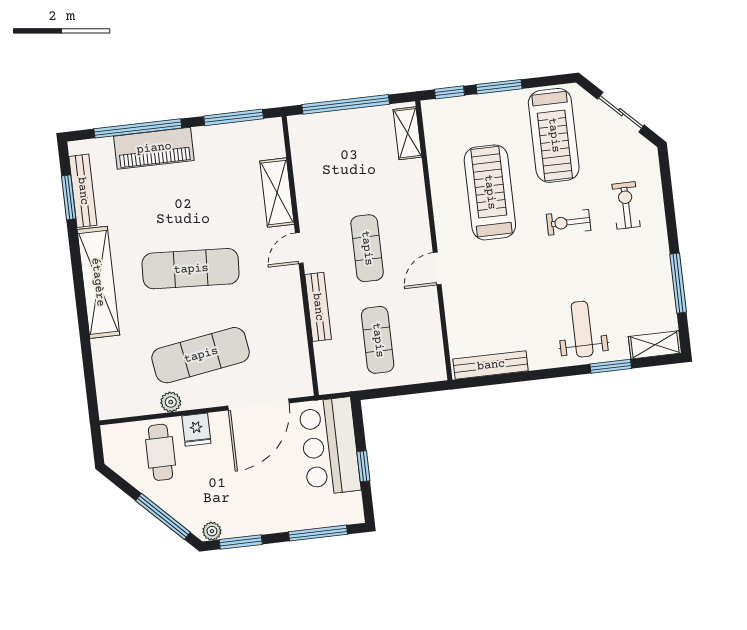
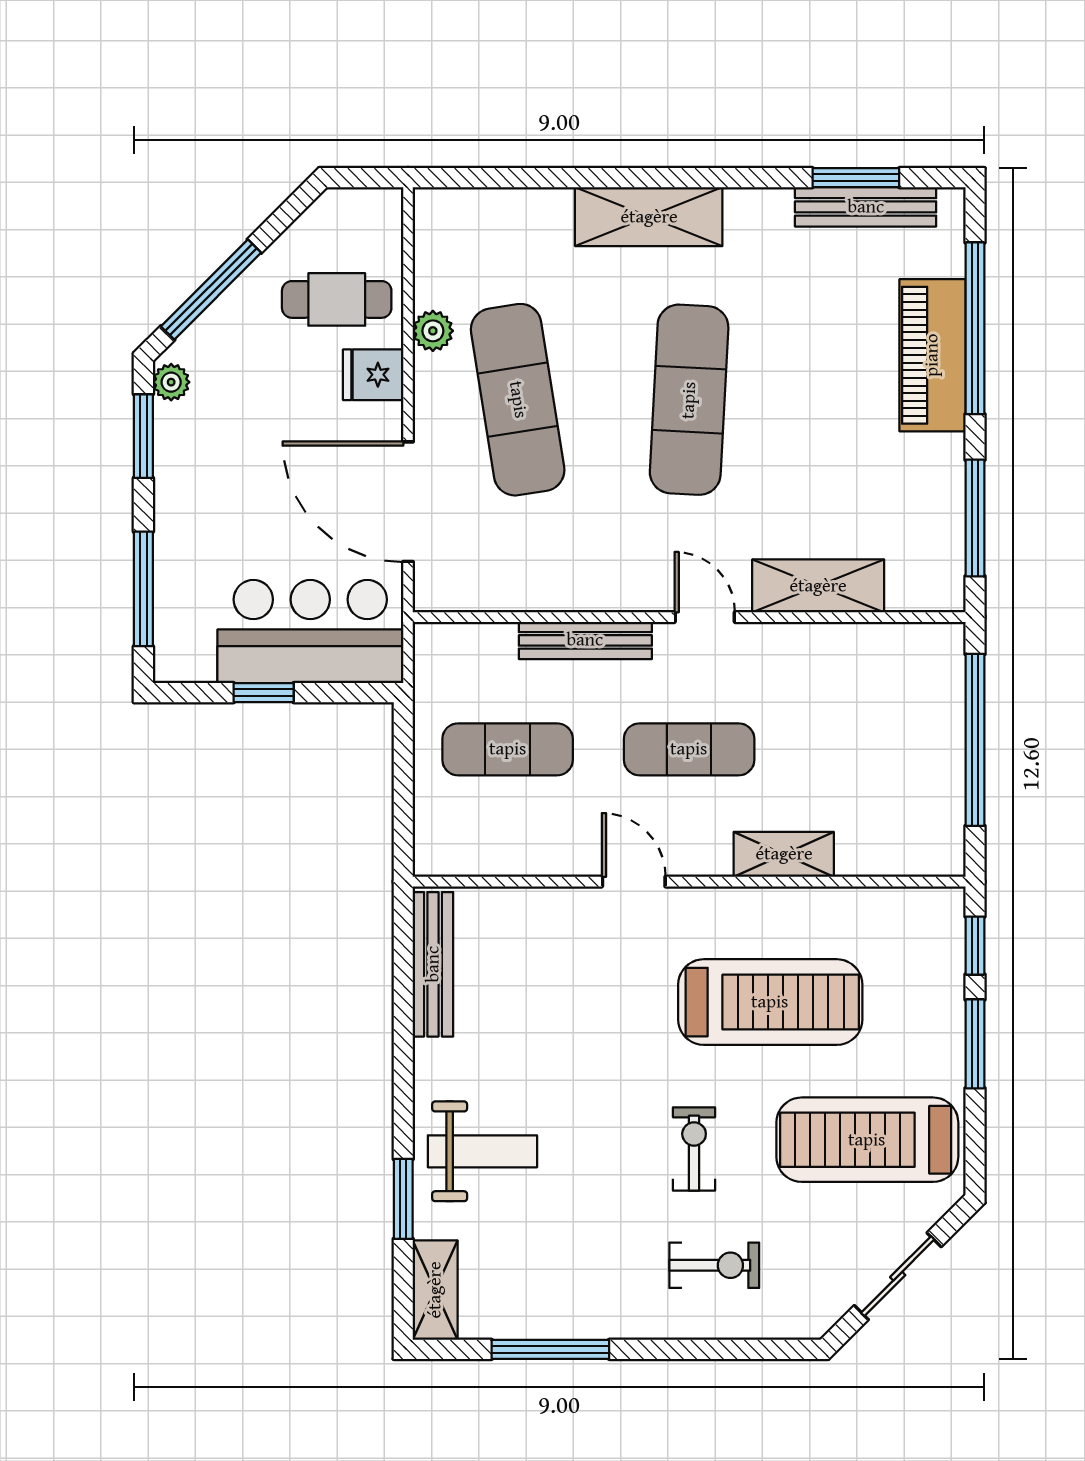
shelving: (407, 133) -> (784, 854), moved
shelving: (98, 282) -> (649, 217), width x0.68

